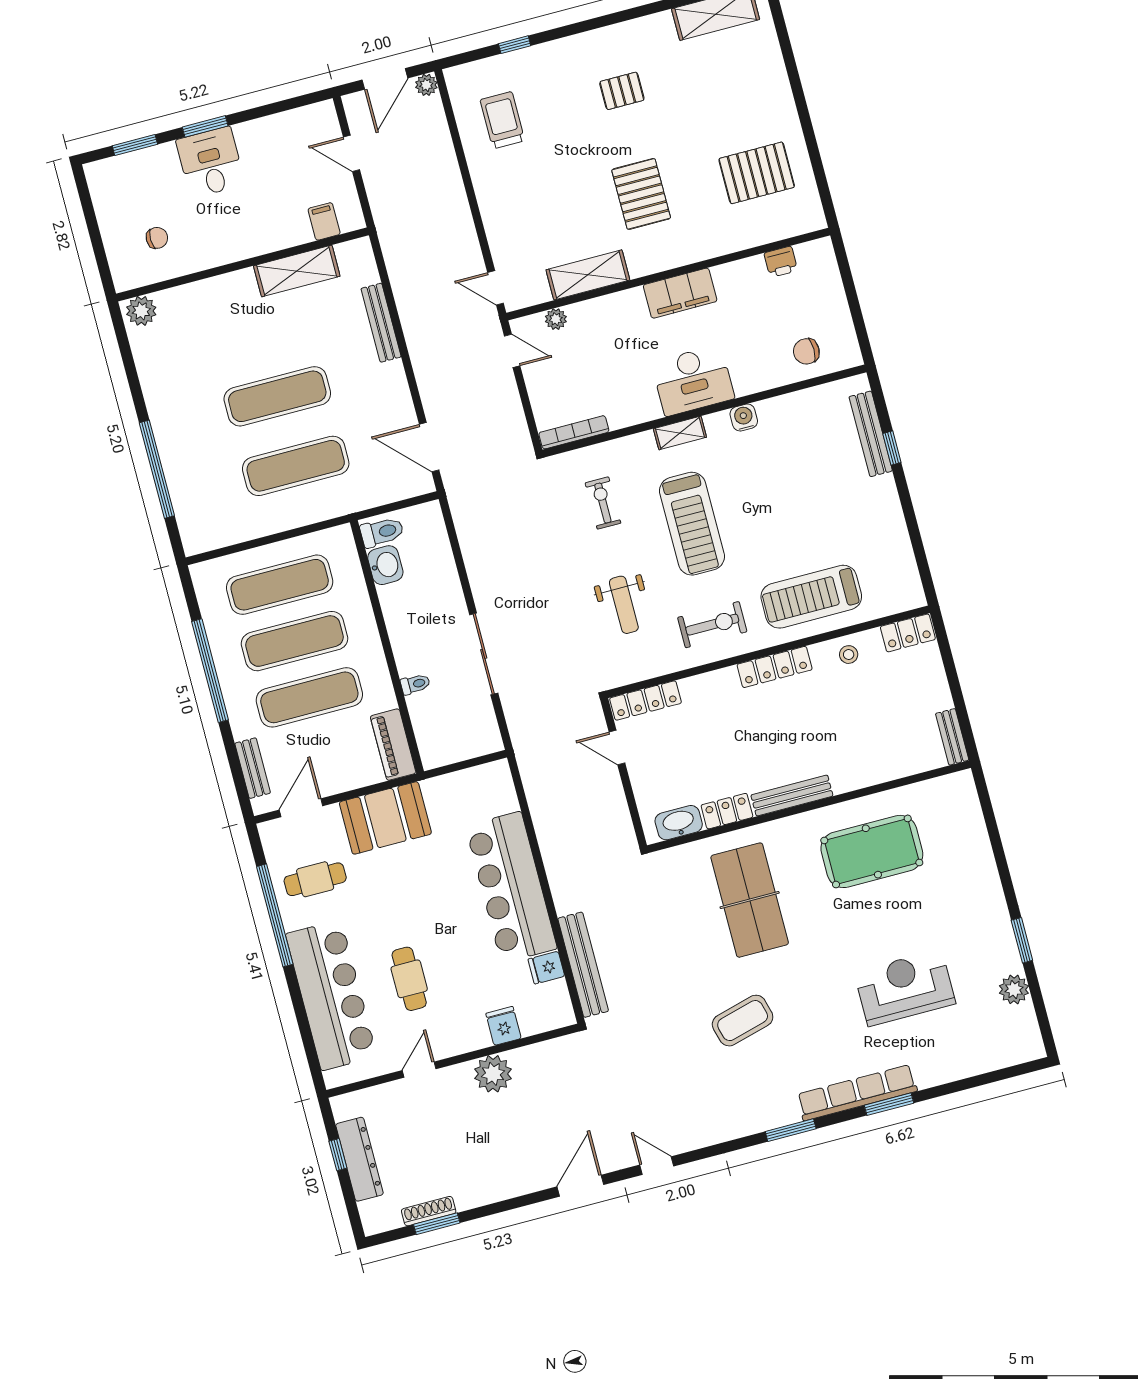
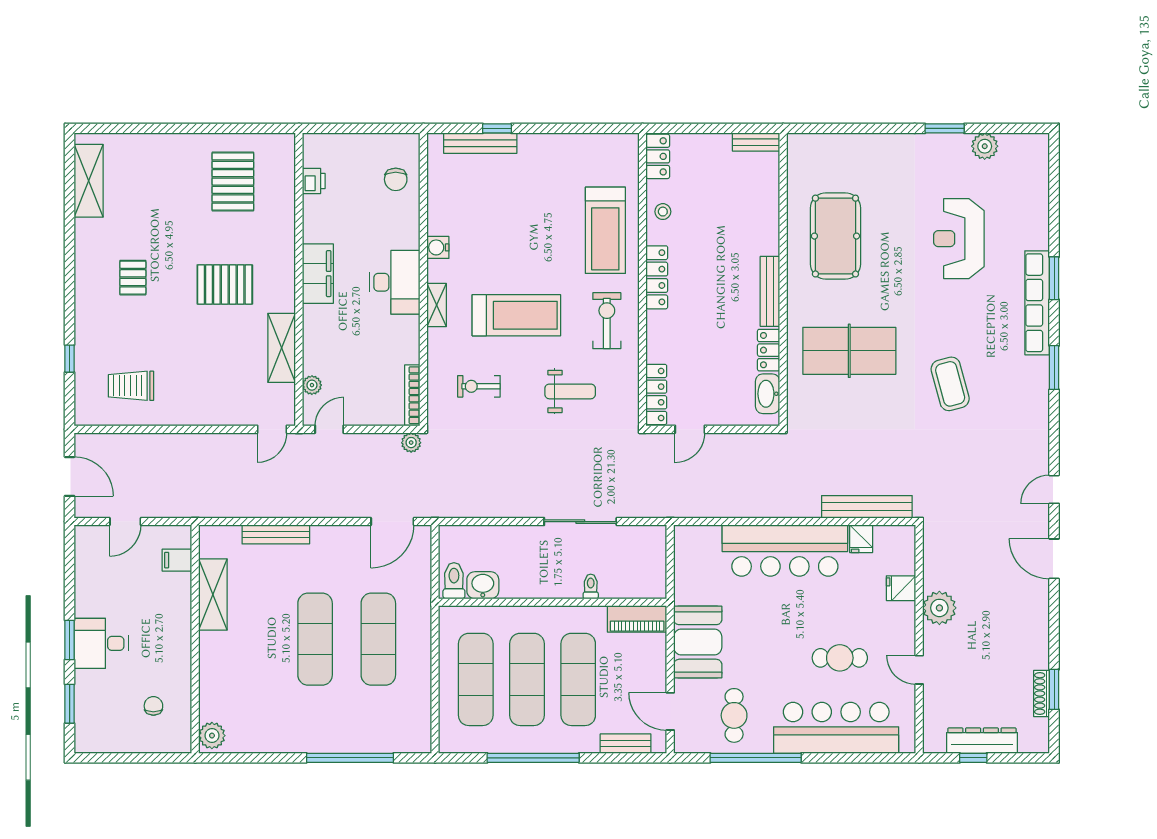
plant: (426, 85) -> (411, 443), moved

